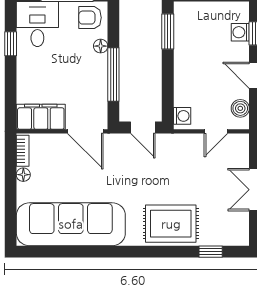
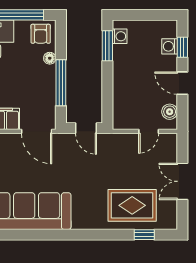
armchair: (90, 18) -> (41, 34), turned -90
washing machine: (182, 116) -> (120, 36), moved
rug: (171, 224) -> (132, 205), moved

